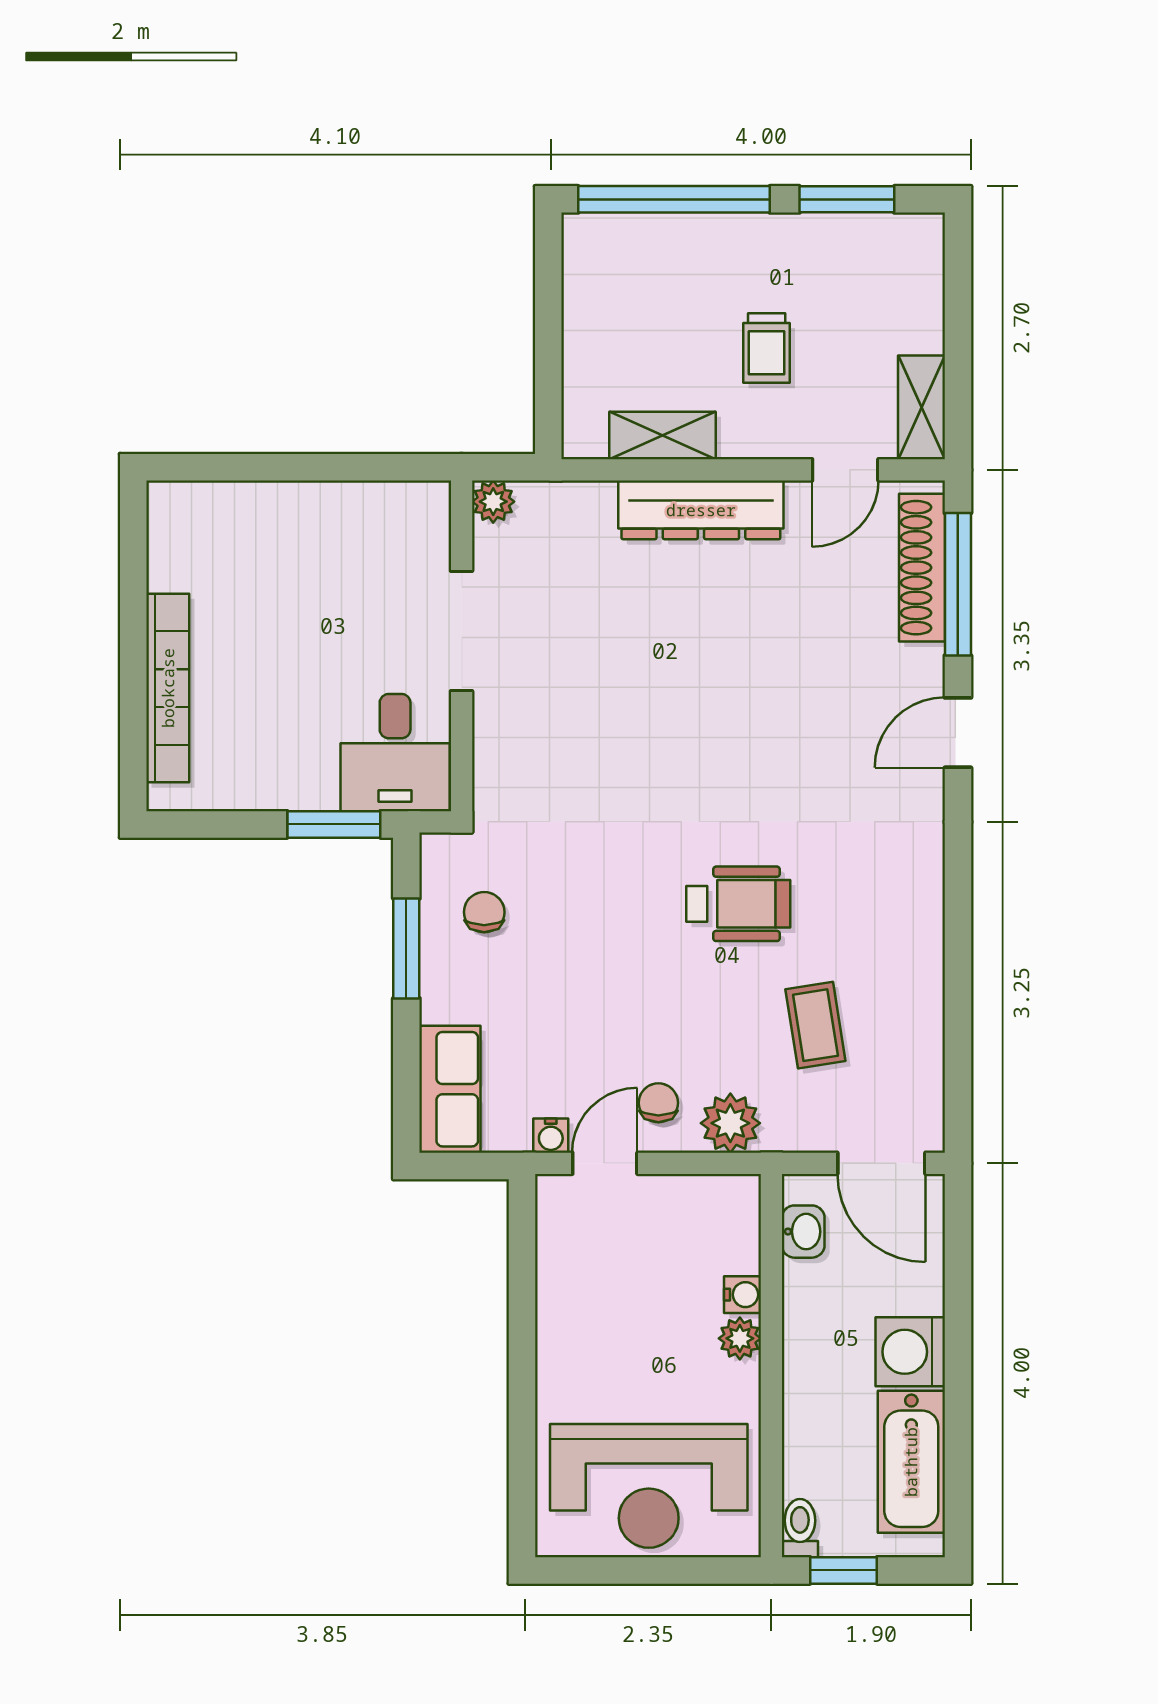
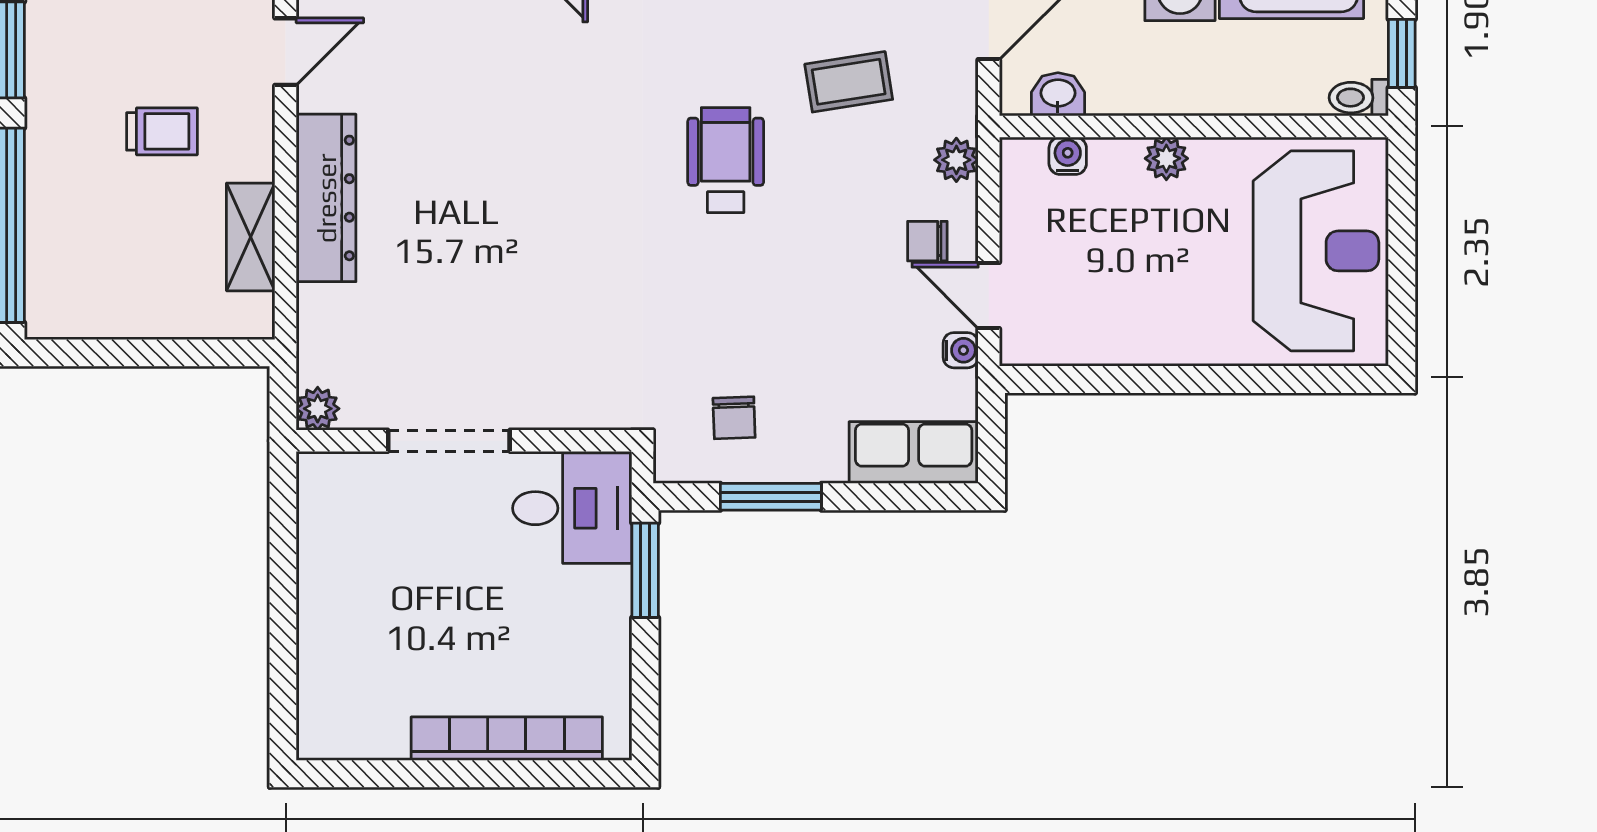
door: (845, 470) -> (286, 52), hinge flipped
chair: (484, 912) -> (734, 418), turned -92
plant: (730, 1123) -> (956, 160), width x0.73, depth x0.73
water cooler: (743, 1295) -> (1068, 156), moved

